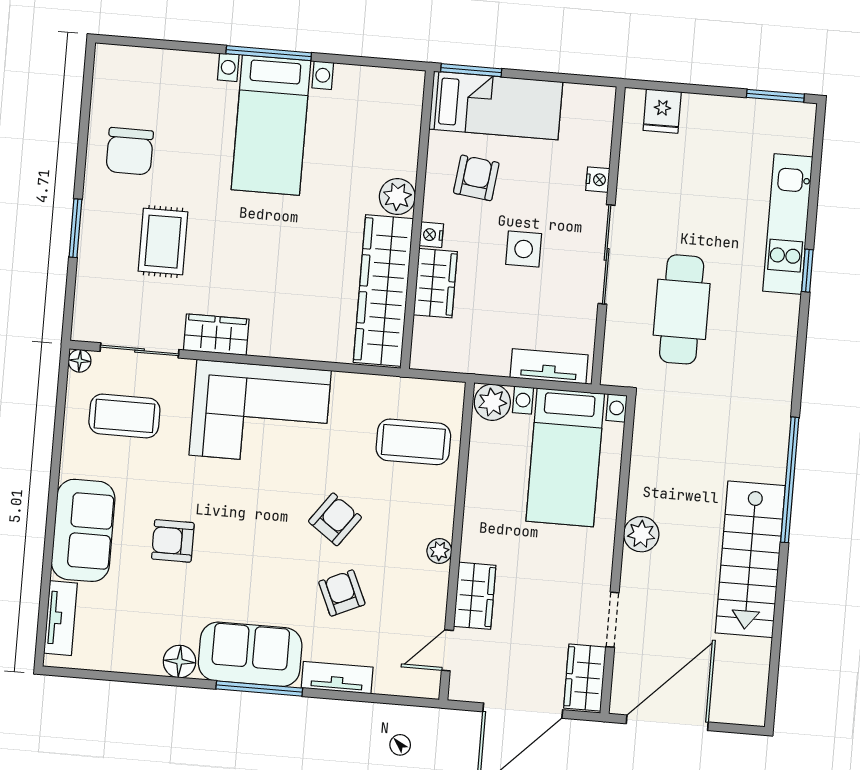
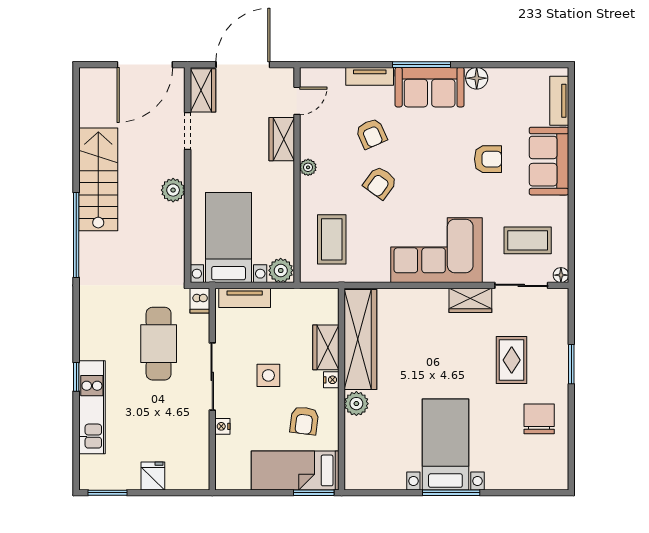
fridge: (662, 111) -> (153, 476), moved
dishwasher: (615, 368) -> (200, 301), added
coffee table: (413, 442) -> (332, 239), turned 90

